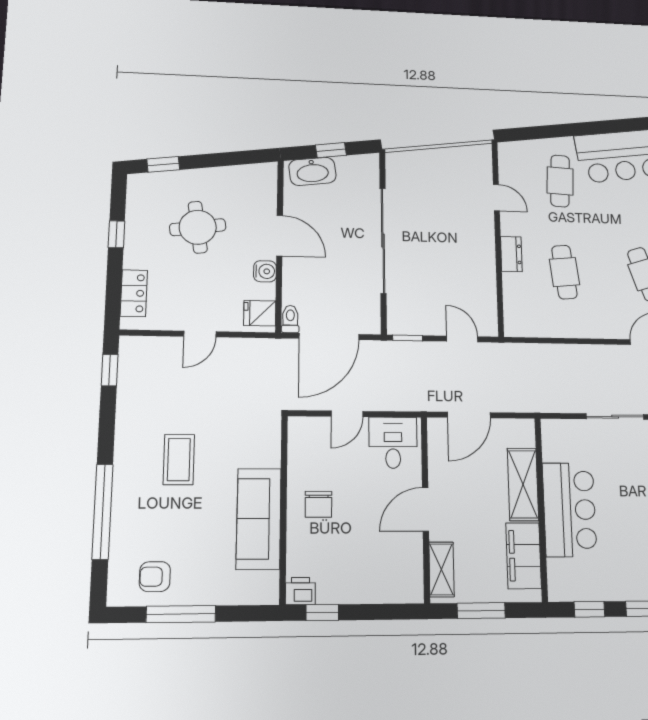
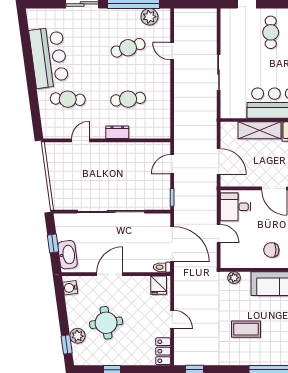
plant: (177, 182) -> (77, 336), added
water cooler: (265, 271) -> (70, 288), moved, turned -98
locker: (134, 293) -> (163, 351), moved, turned -90
plant: (271, 439) -> (234, 278), added
chair: (318, 504) -> (271, 250), turned 180

